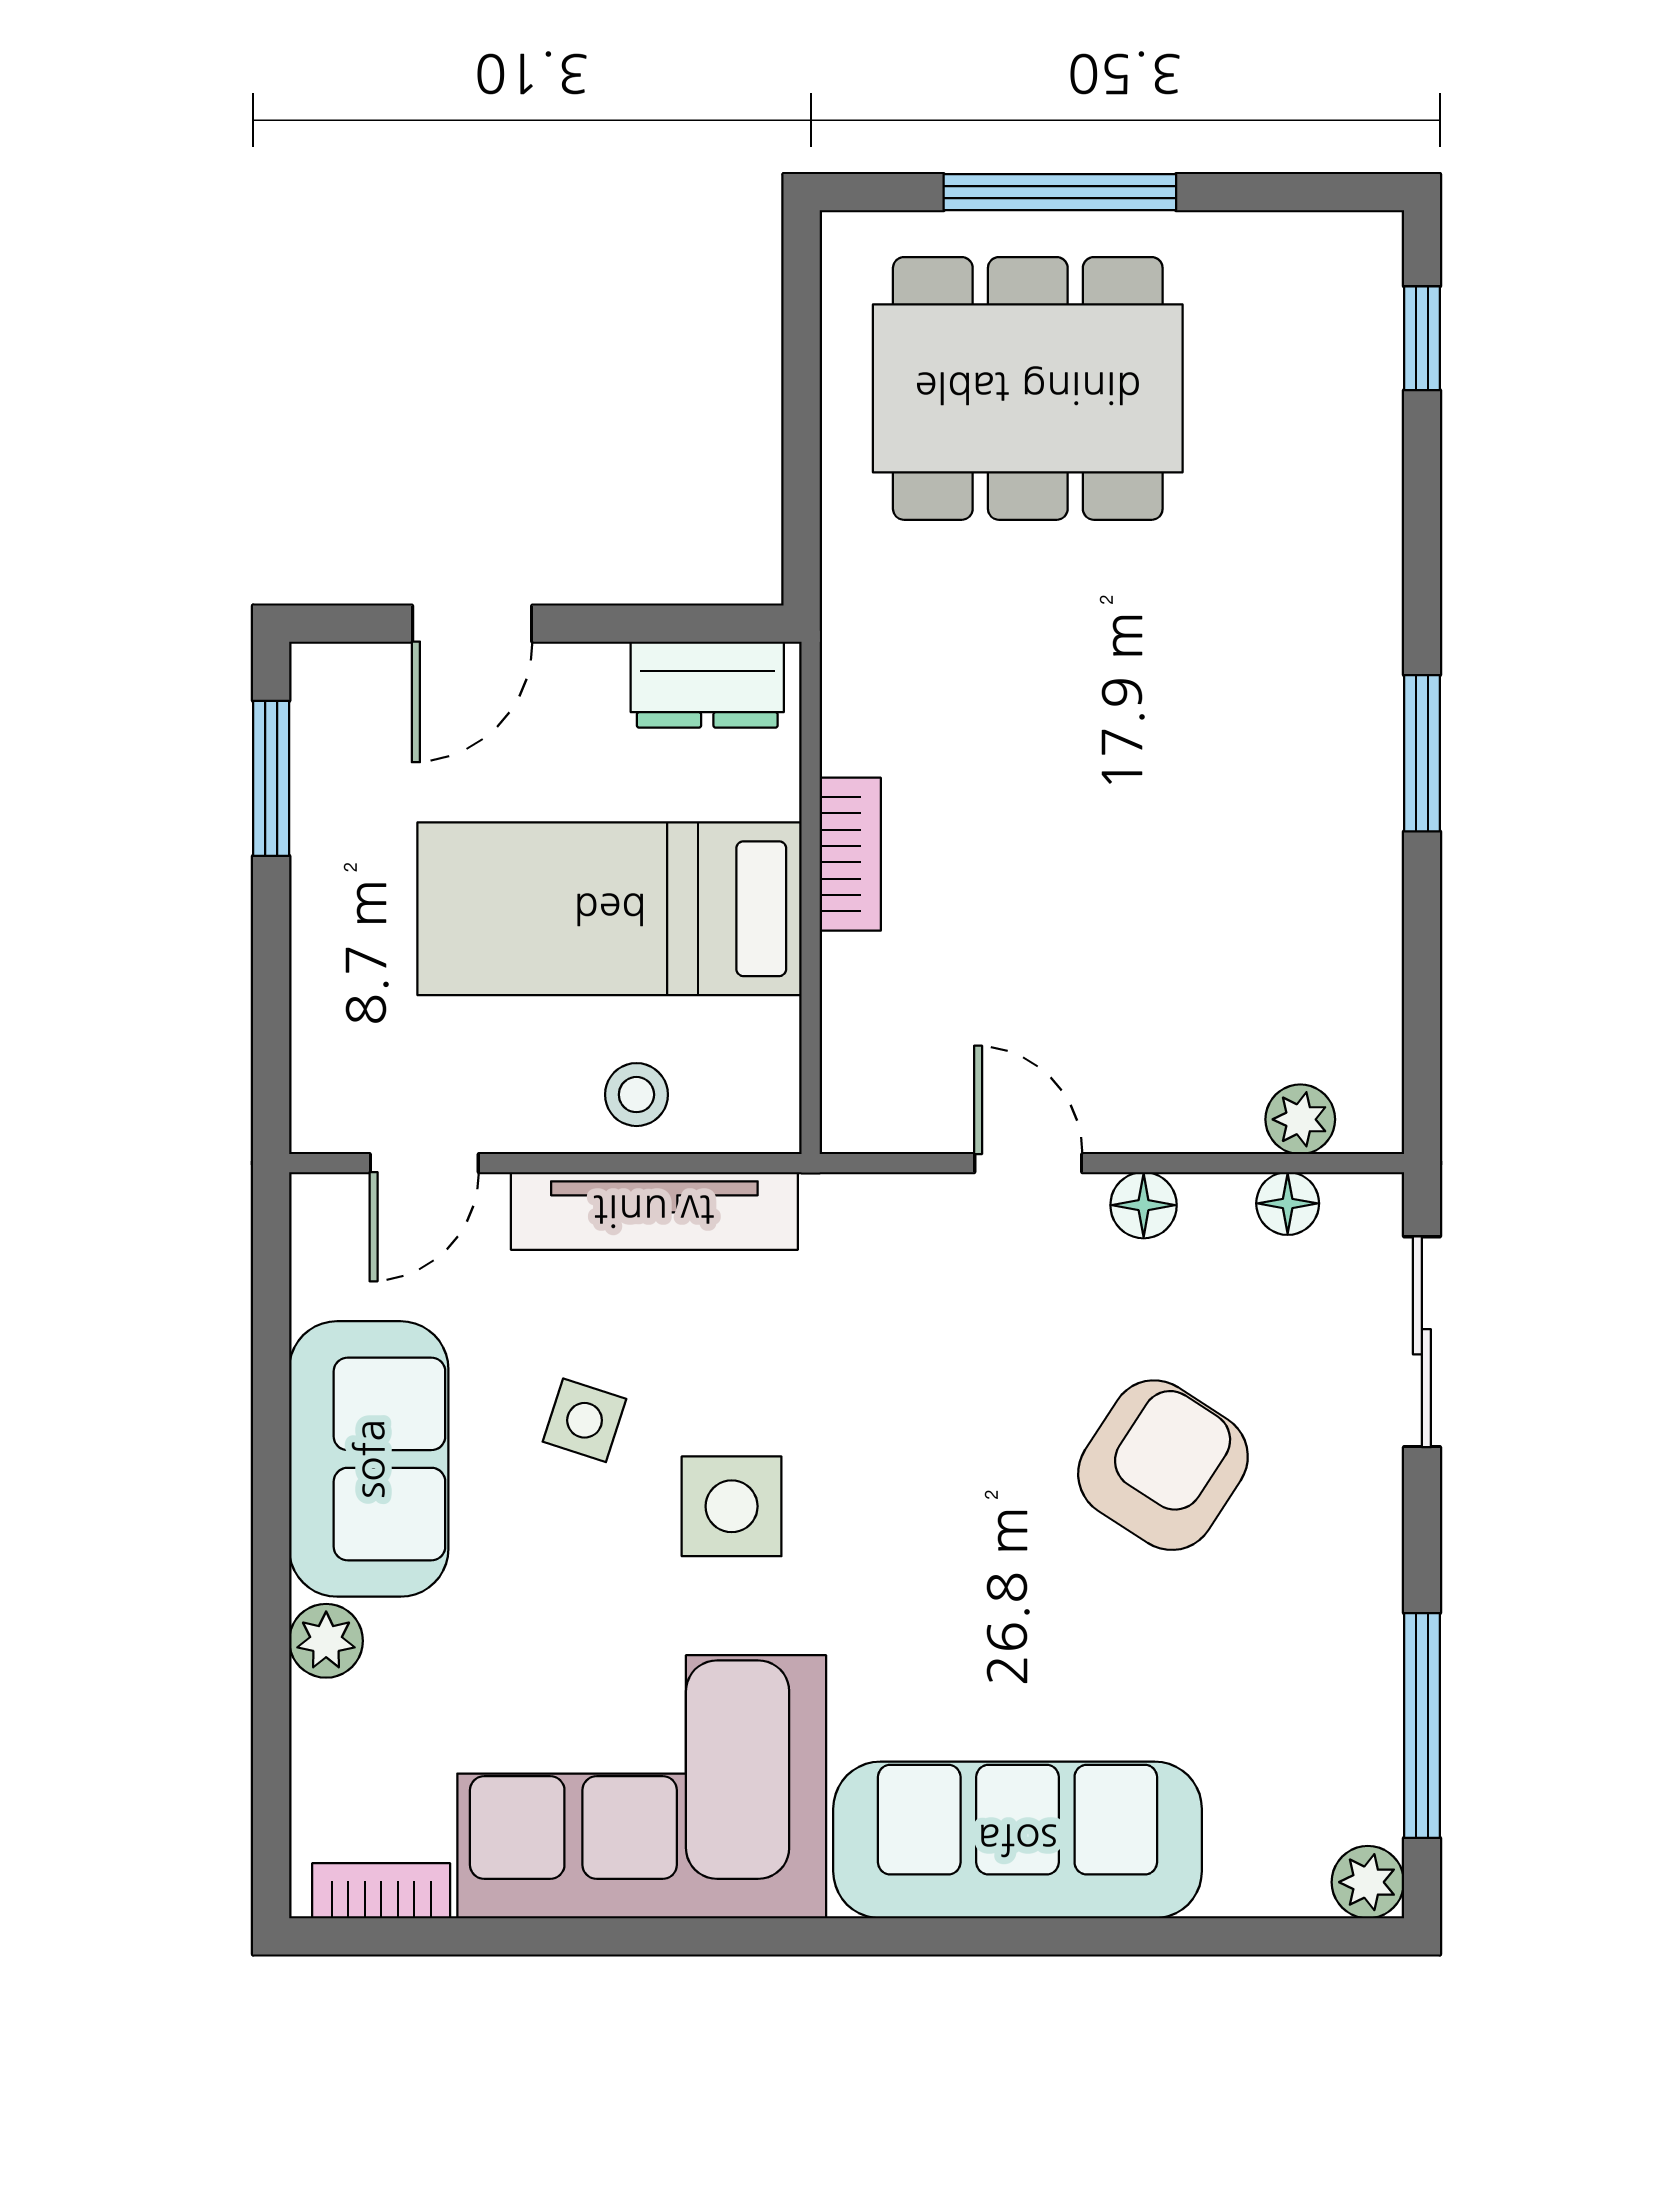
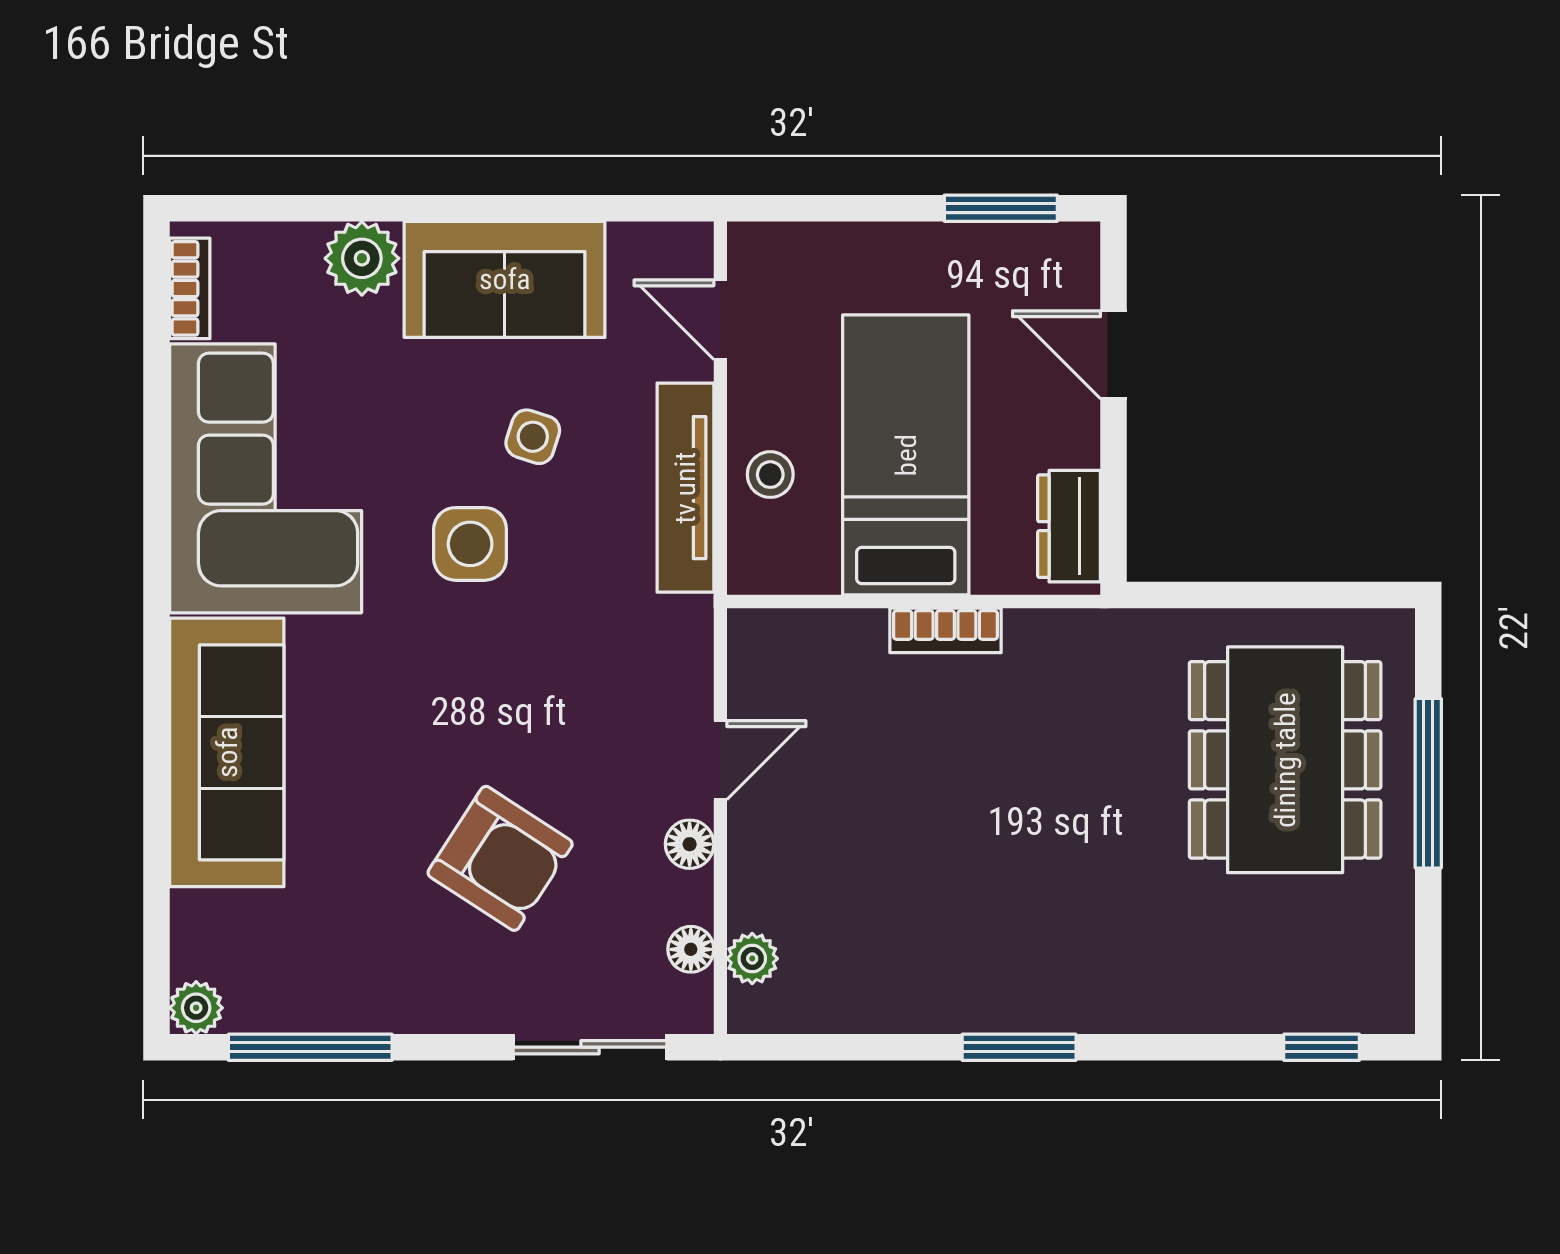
plant: (326, 1641) -> (362, 258), width x1.38, depth x1.38

